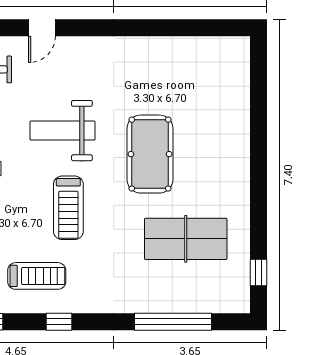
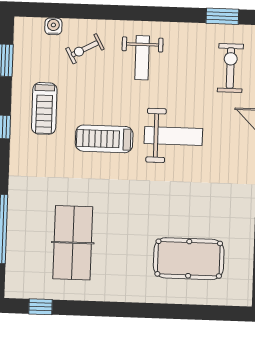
weight bench: (63, 131) -> (173, 136), turned 90
pool table: (150, 154) -> (189, 259), moved

